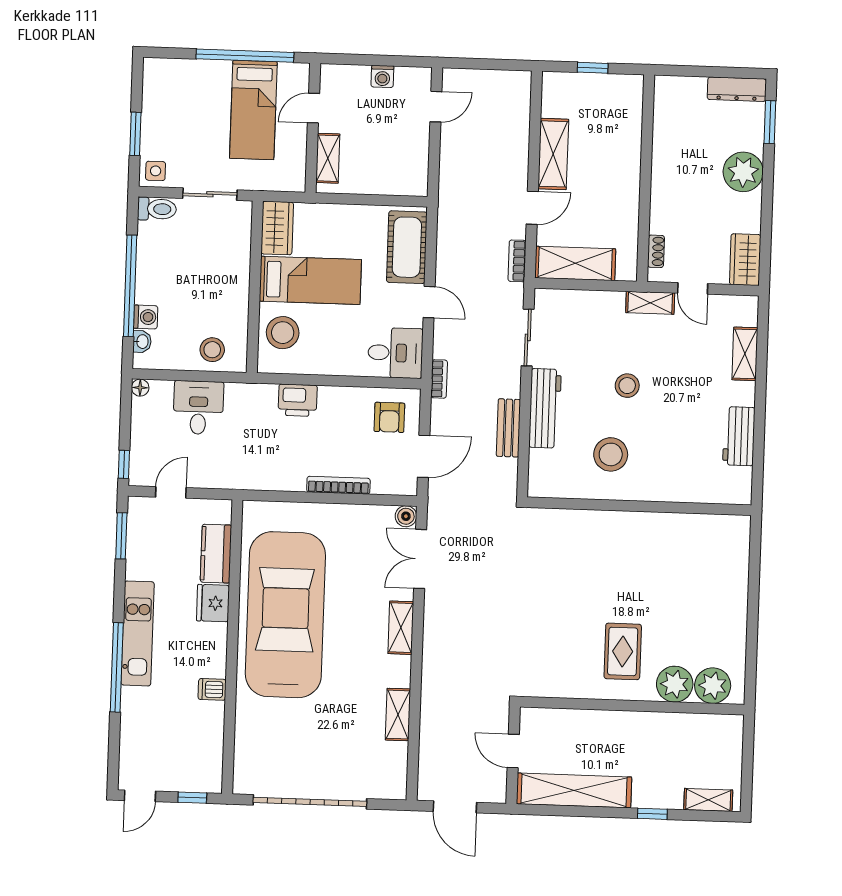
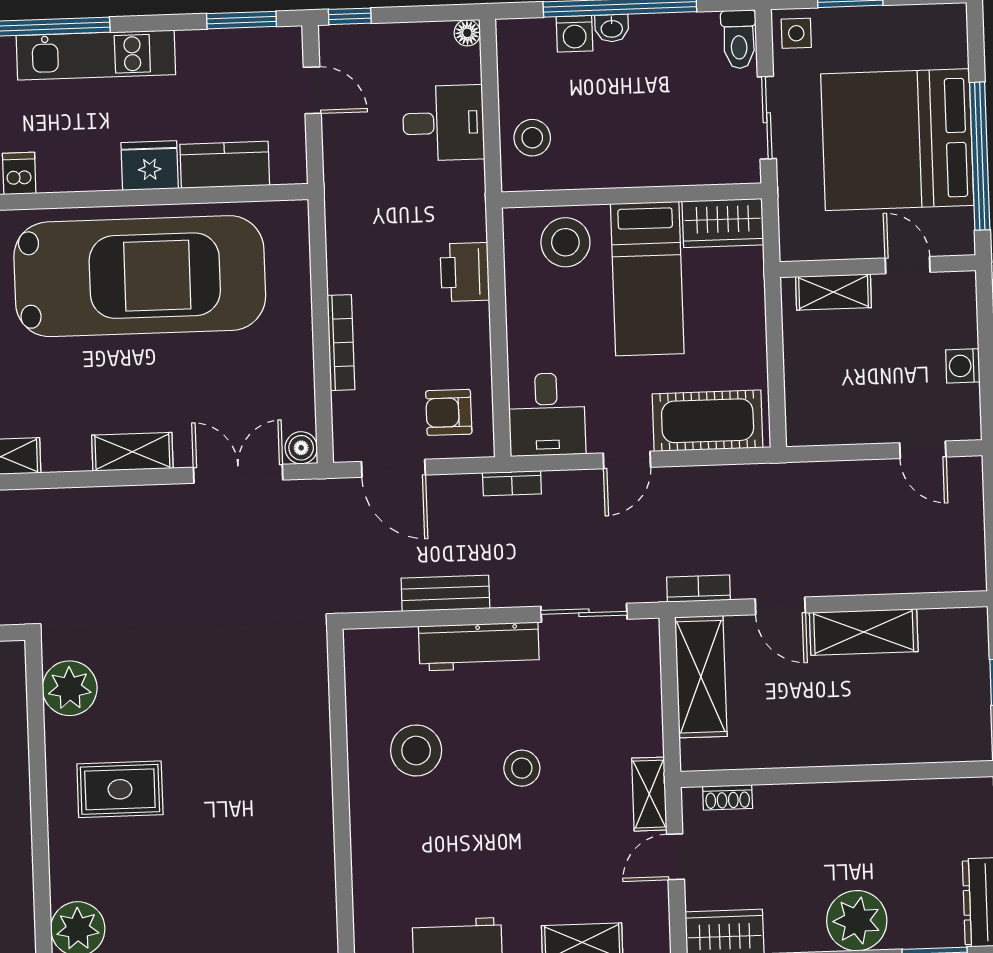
bed: (253, 110) -> (897, 140), width x2.04
washbasin: (142, 342) -> (612, 28), moved
plant: (675, 684) -> (70, 688), moved

